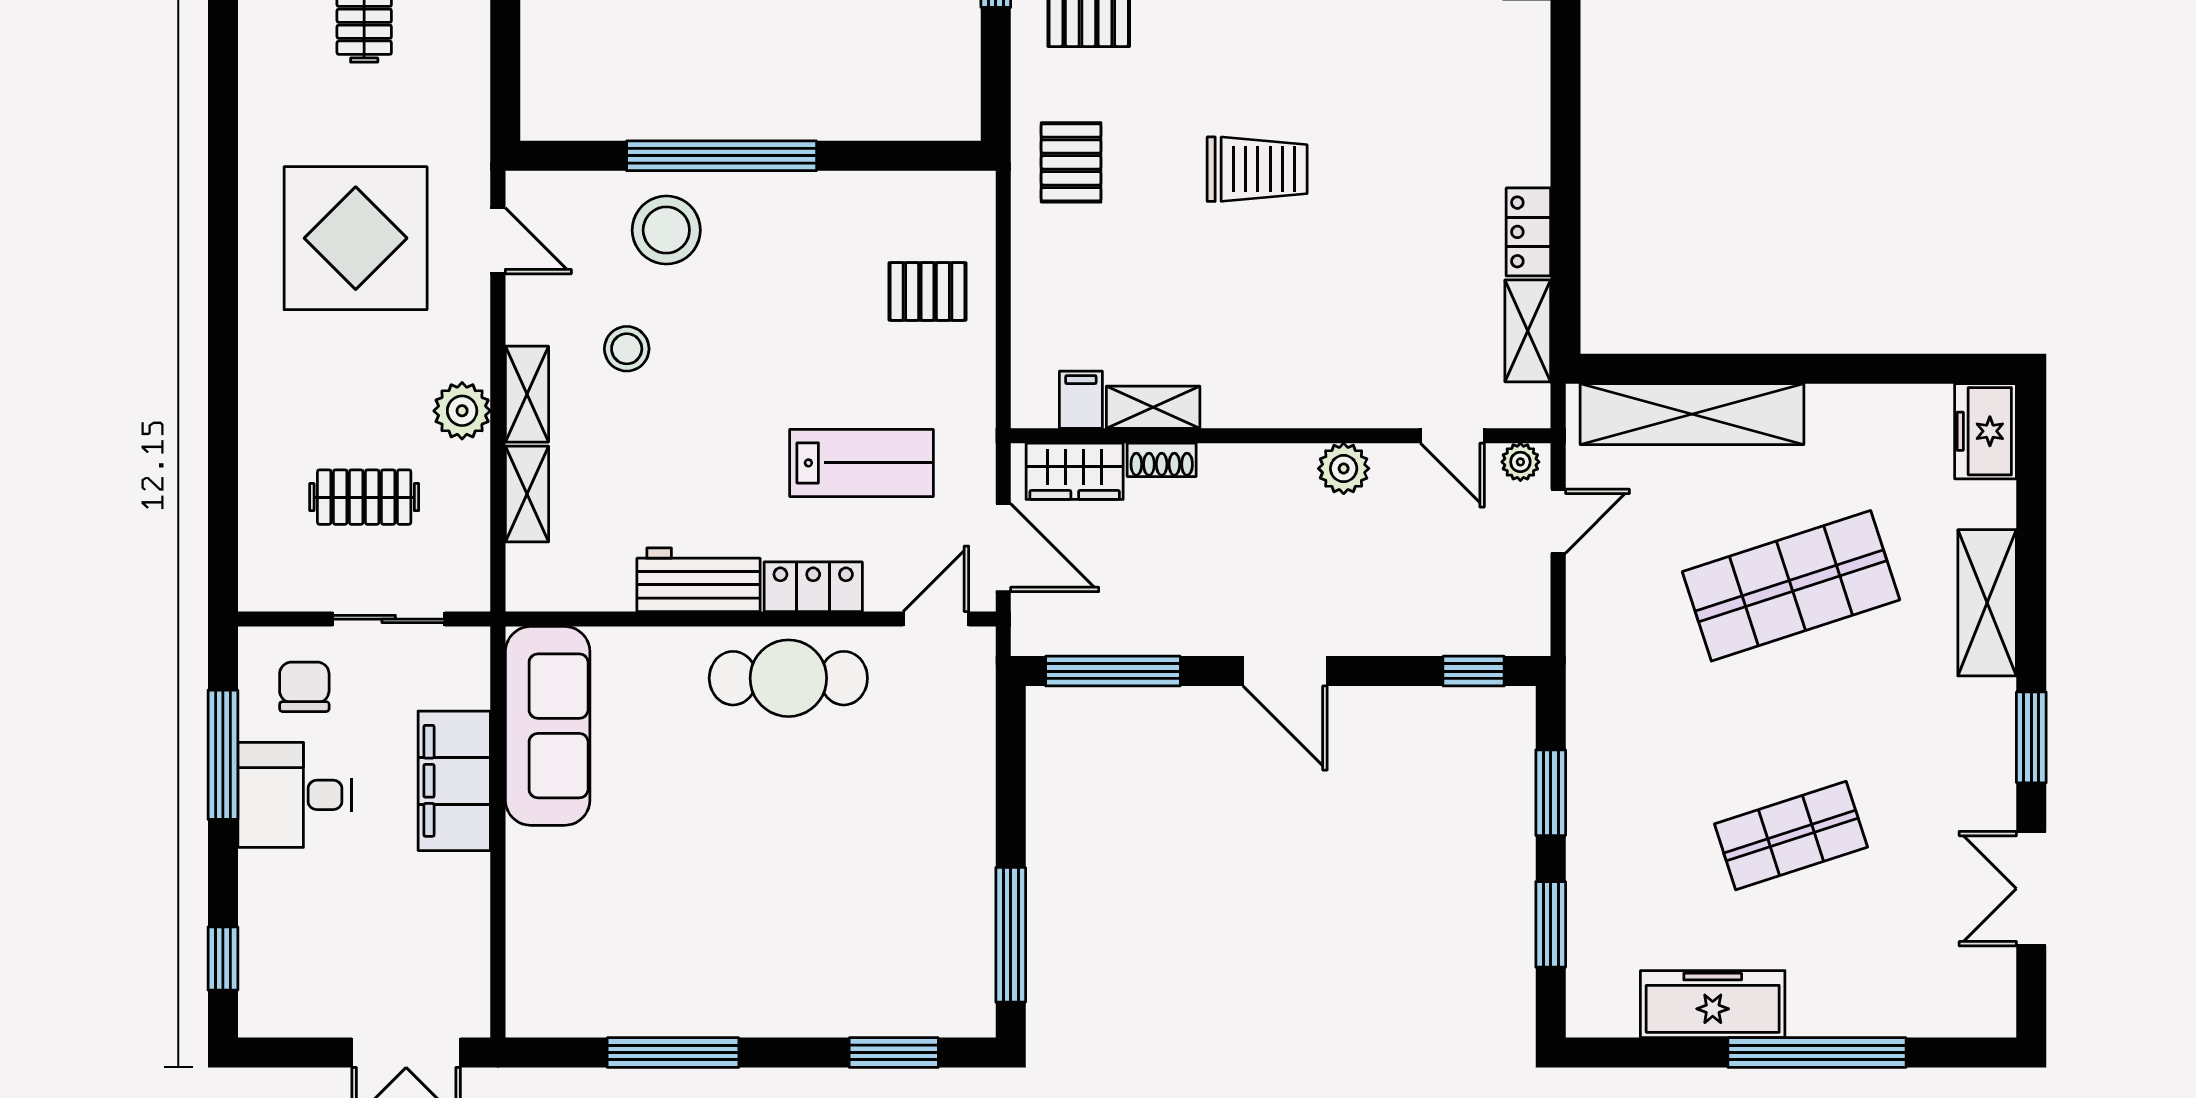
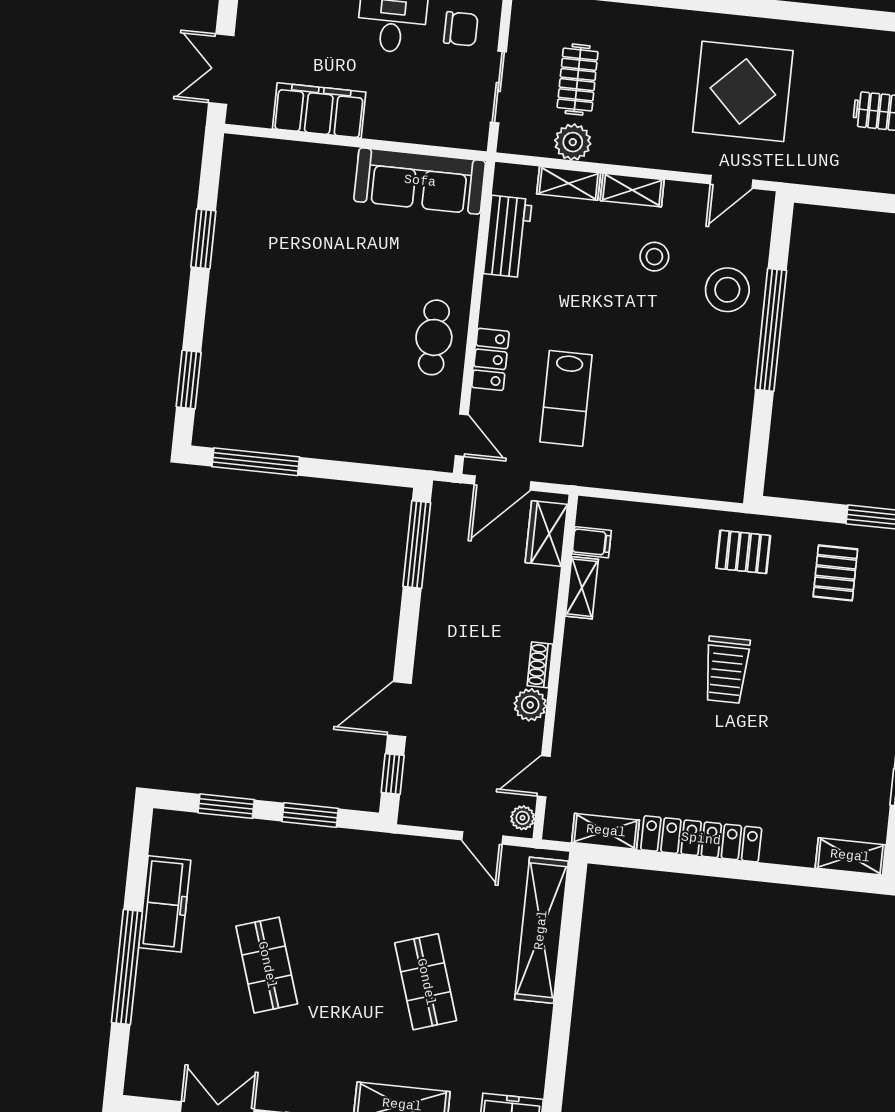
locker: (1528, 232) -> (701, 839), width x2.16, depth x1.21
pallet: (927, 291) -> (671, 452), removed
plant: (462, 411) -> (573, 142), moved
shoe rack: (1162, 460) -> (540, 665), moved
workbench: (698, 580) -> (508, 237), moved
shop shelf: (1791, 586) -> (426, 982), width x0.70, depth x0.74
door: (1285, 671) -> (399, 709), moved
cafe table: (788, 678) -> (434, 337), width x0.73, depth x0.74
filing cabinet: (454, 781) -> (319, 110), moved
window: (673, 1053) -> (203, 239), width x0.69

